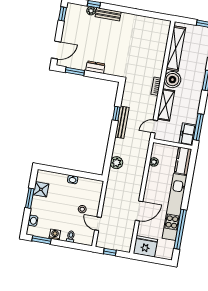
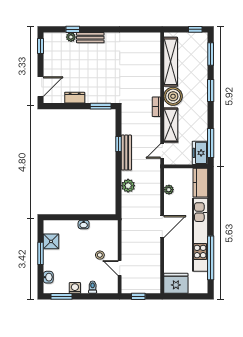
dresser: (95, 67) -> (75, 98), moved
window: (75, 71) -> (101, 106), moved
plant: (116, 163) -> (128, 186), moved
door: (139, 211) -> (162, 227), moved

